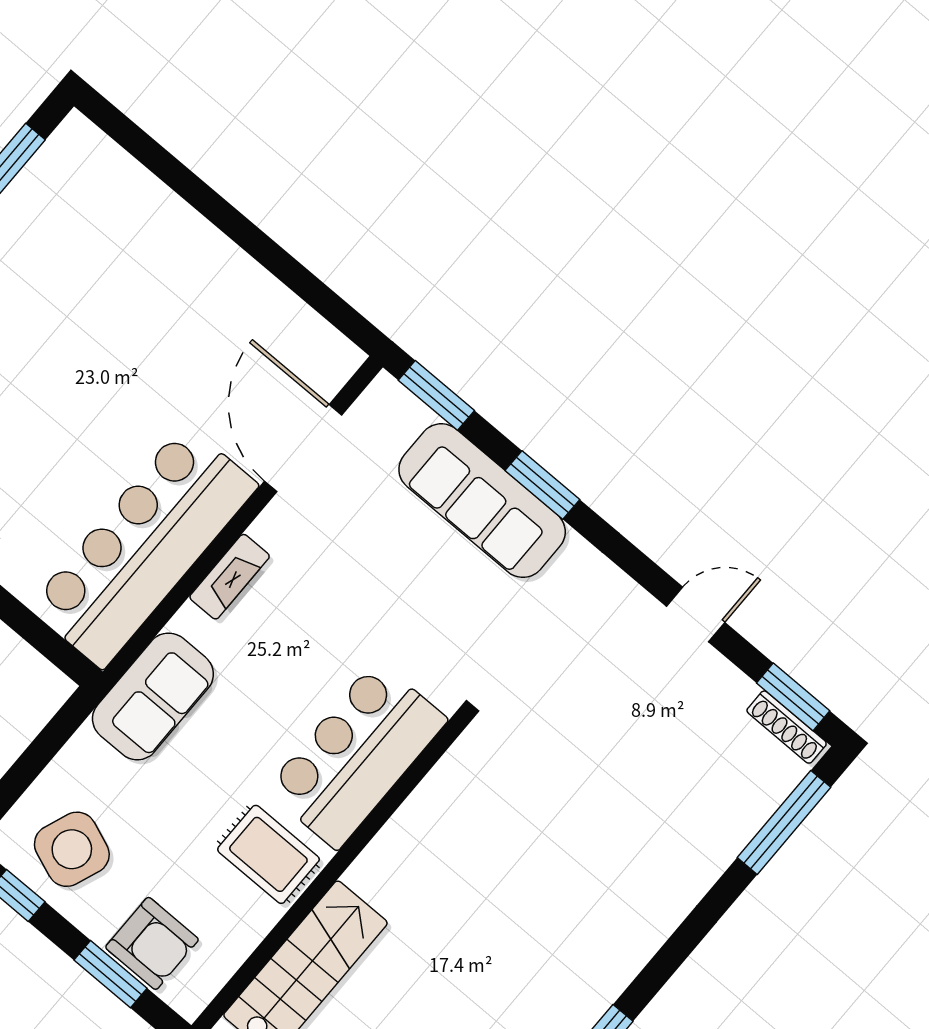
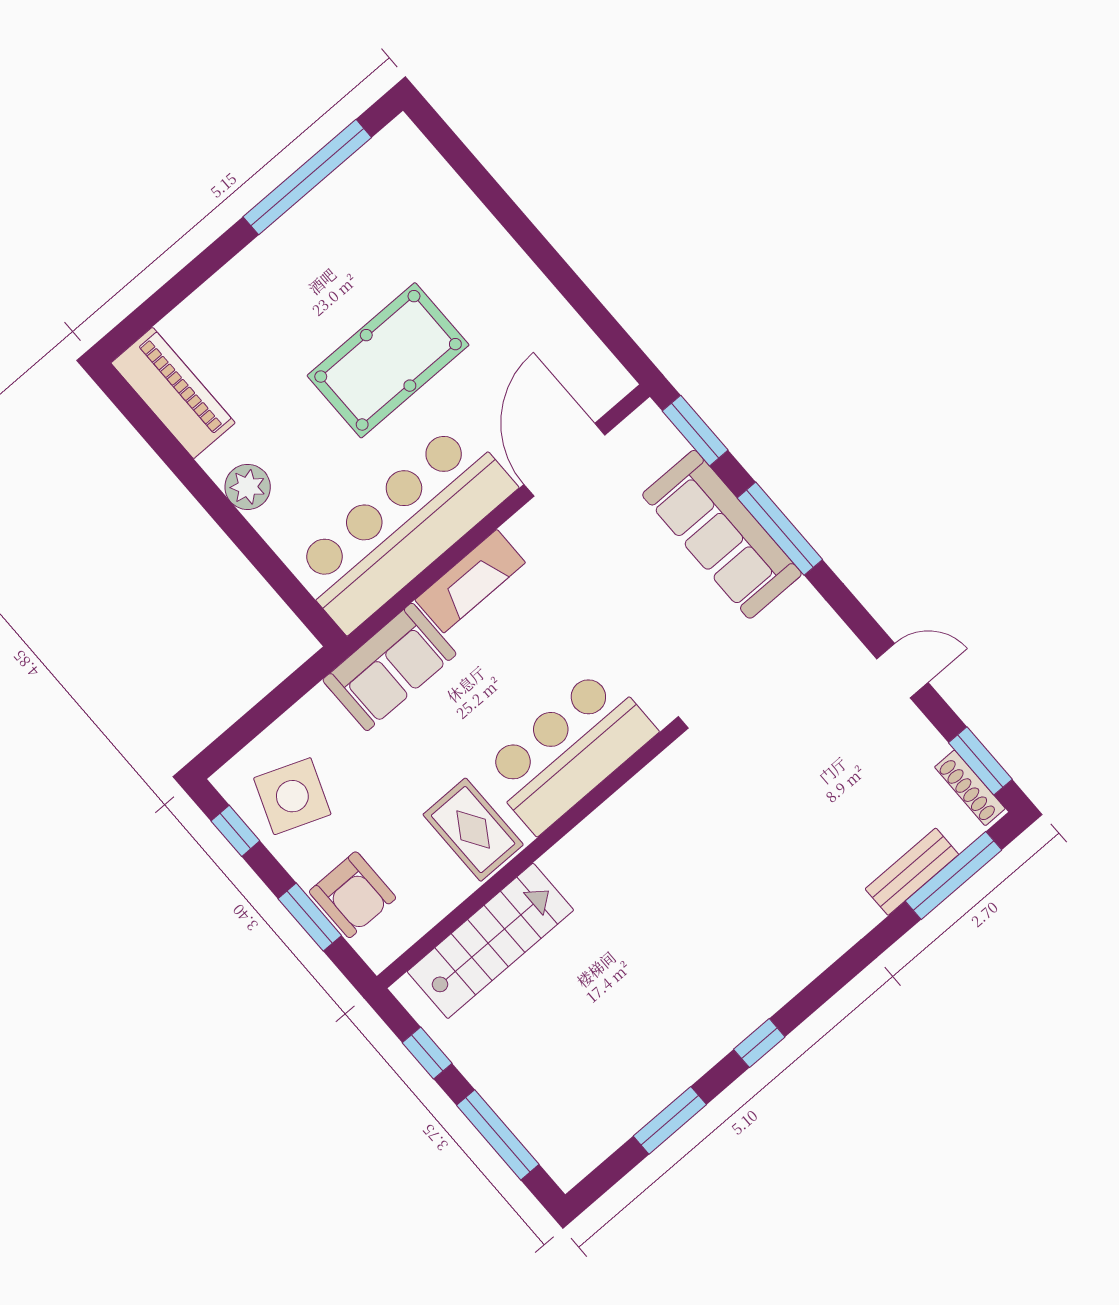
pool table: (100, 373) -> (388, 360), added
window: (542, 485) -> (780, 529), width x1.44
fireplace: (230, 577) -> (470, 581), width x1.37, depth x1.32
bench: (739, 825) -> (912, 872), added

